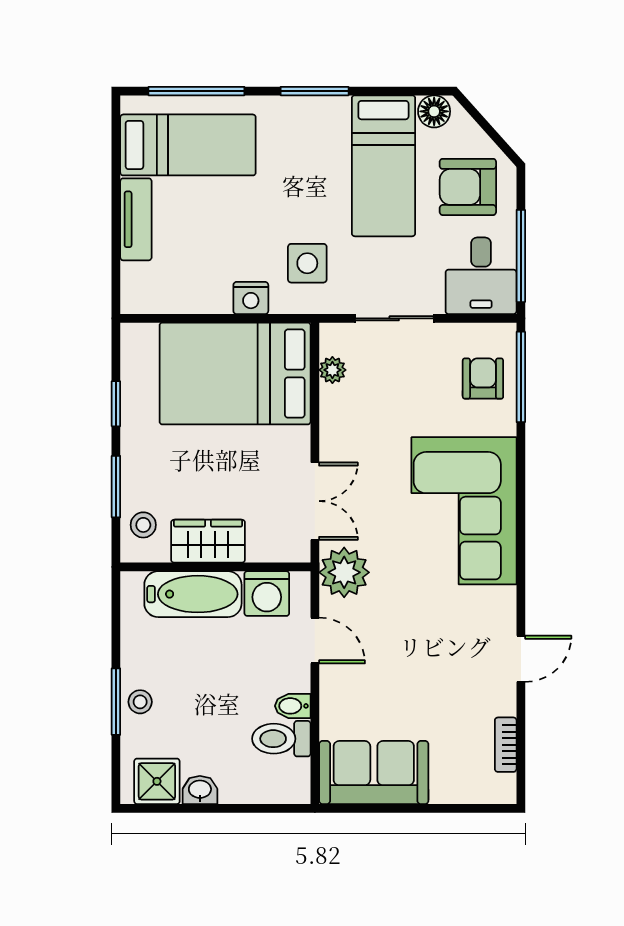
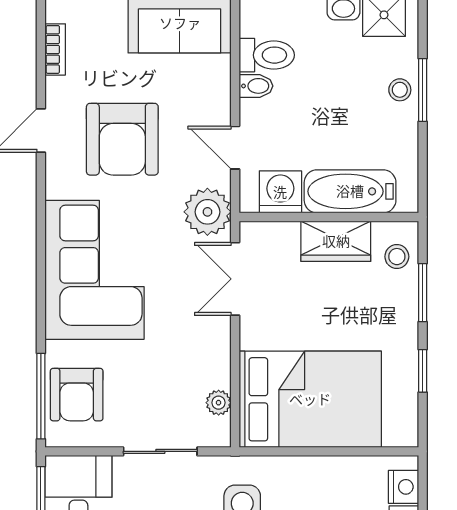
nightstand: (251, 298) -> (403, 487), moved, turned 90
armchair: (483, 379) -> (77, 395), width x1.38, depth x1.38
armchair: (435, 649) -> (122, 139), added

